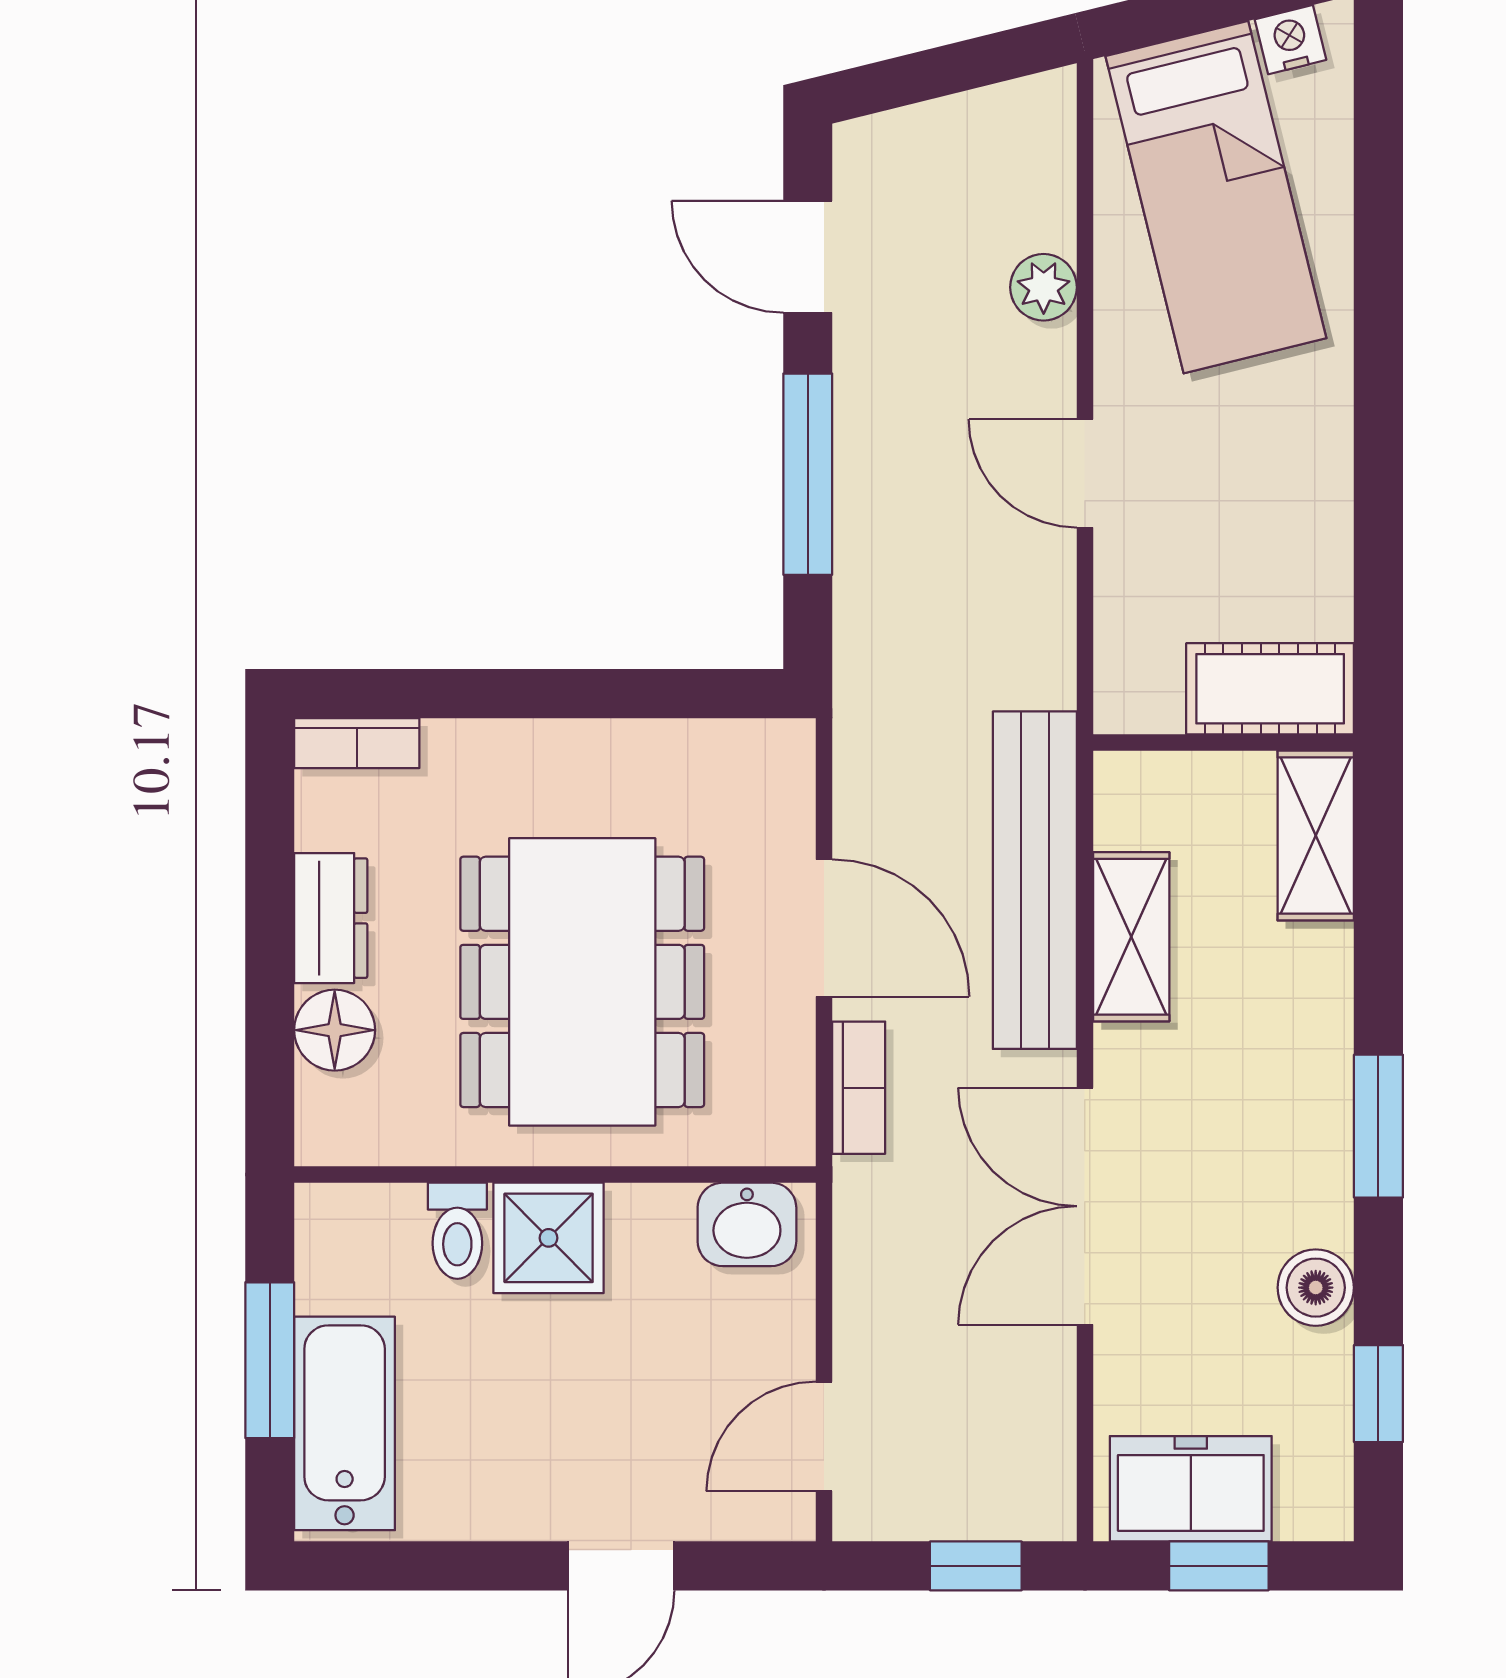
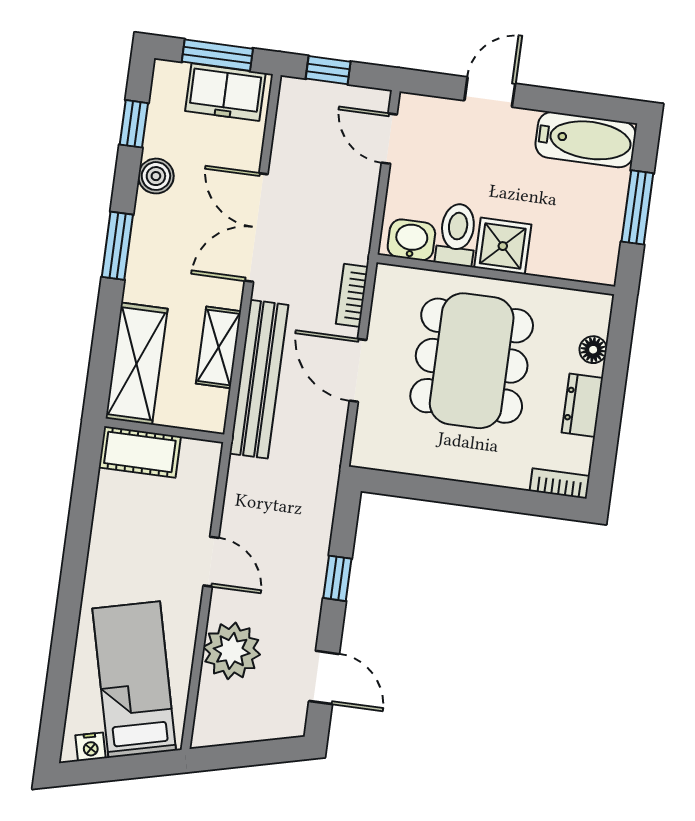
plant: (1044, 287) -> (232, 651), width x1.88, depth x1.88
window: (808, 474) -> (337, 578), width x0.46
shelving: (1316, 836) -> (136, 364), width x1.50, depth x1.33
floor lamp: (335, 1030) -> (593, 350), width x0.73, depth x0.73
double door: (1085, 1206) -> (256, 227), swing flipped
toilet: (457, 1231) -> (457, 235), moved, width x1.37, depth x1.39
bathtub: (345, 1423) -> (586, 140), moved, turned -90
door: (824, 1436) -> (389, 139), swing flipped
window: (1219, 1566) -> (217, 55), width x1.50

